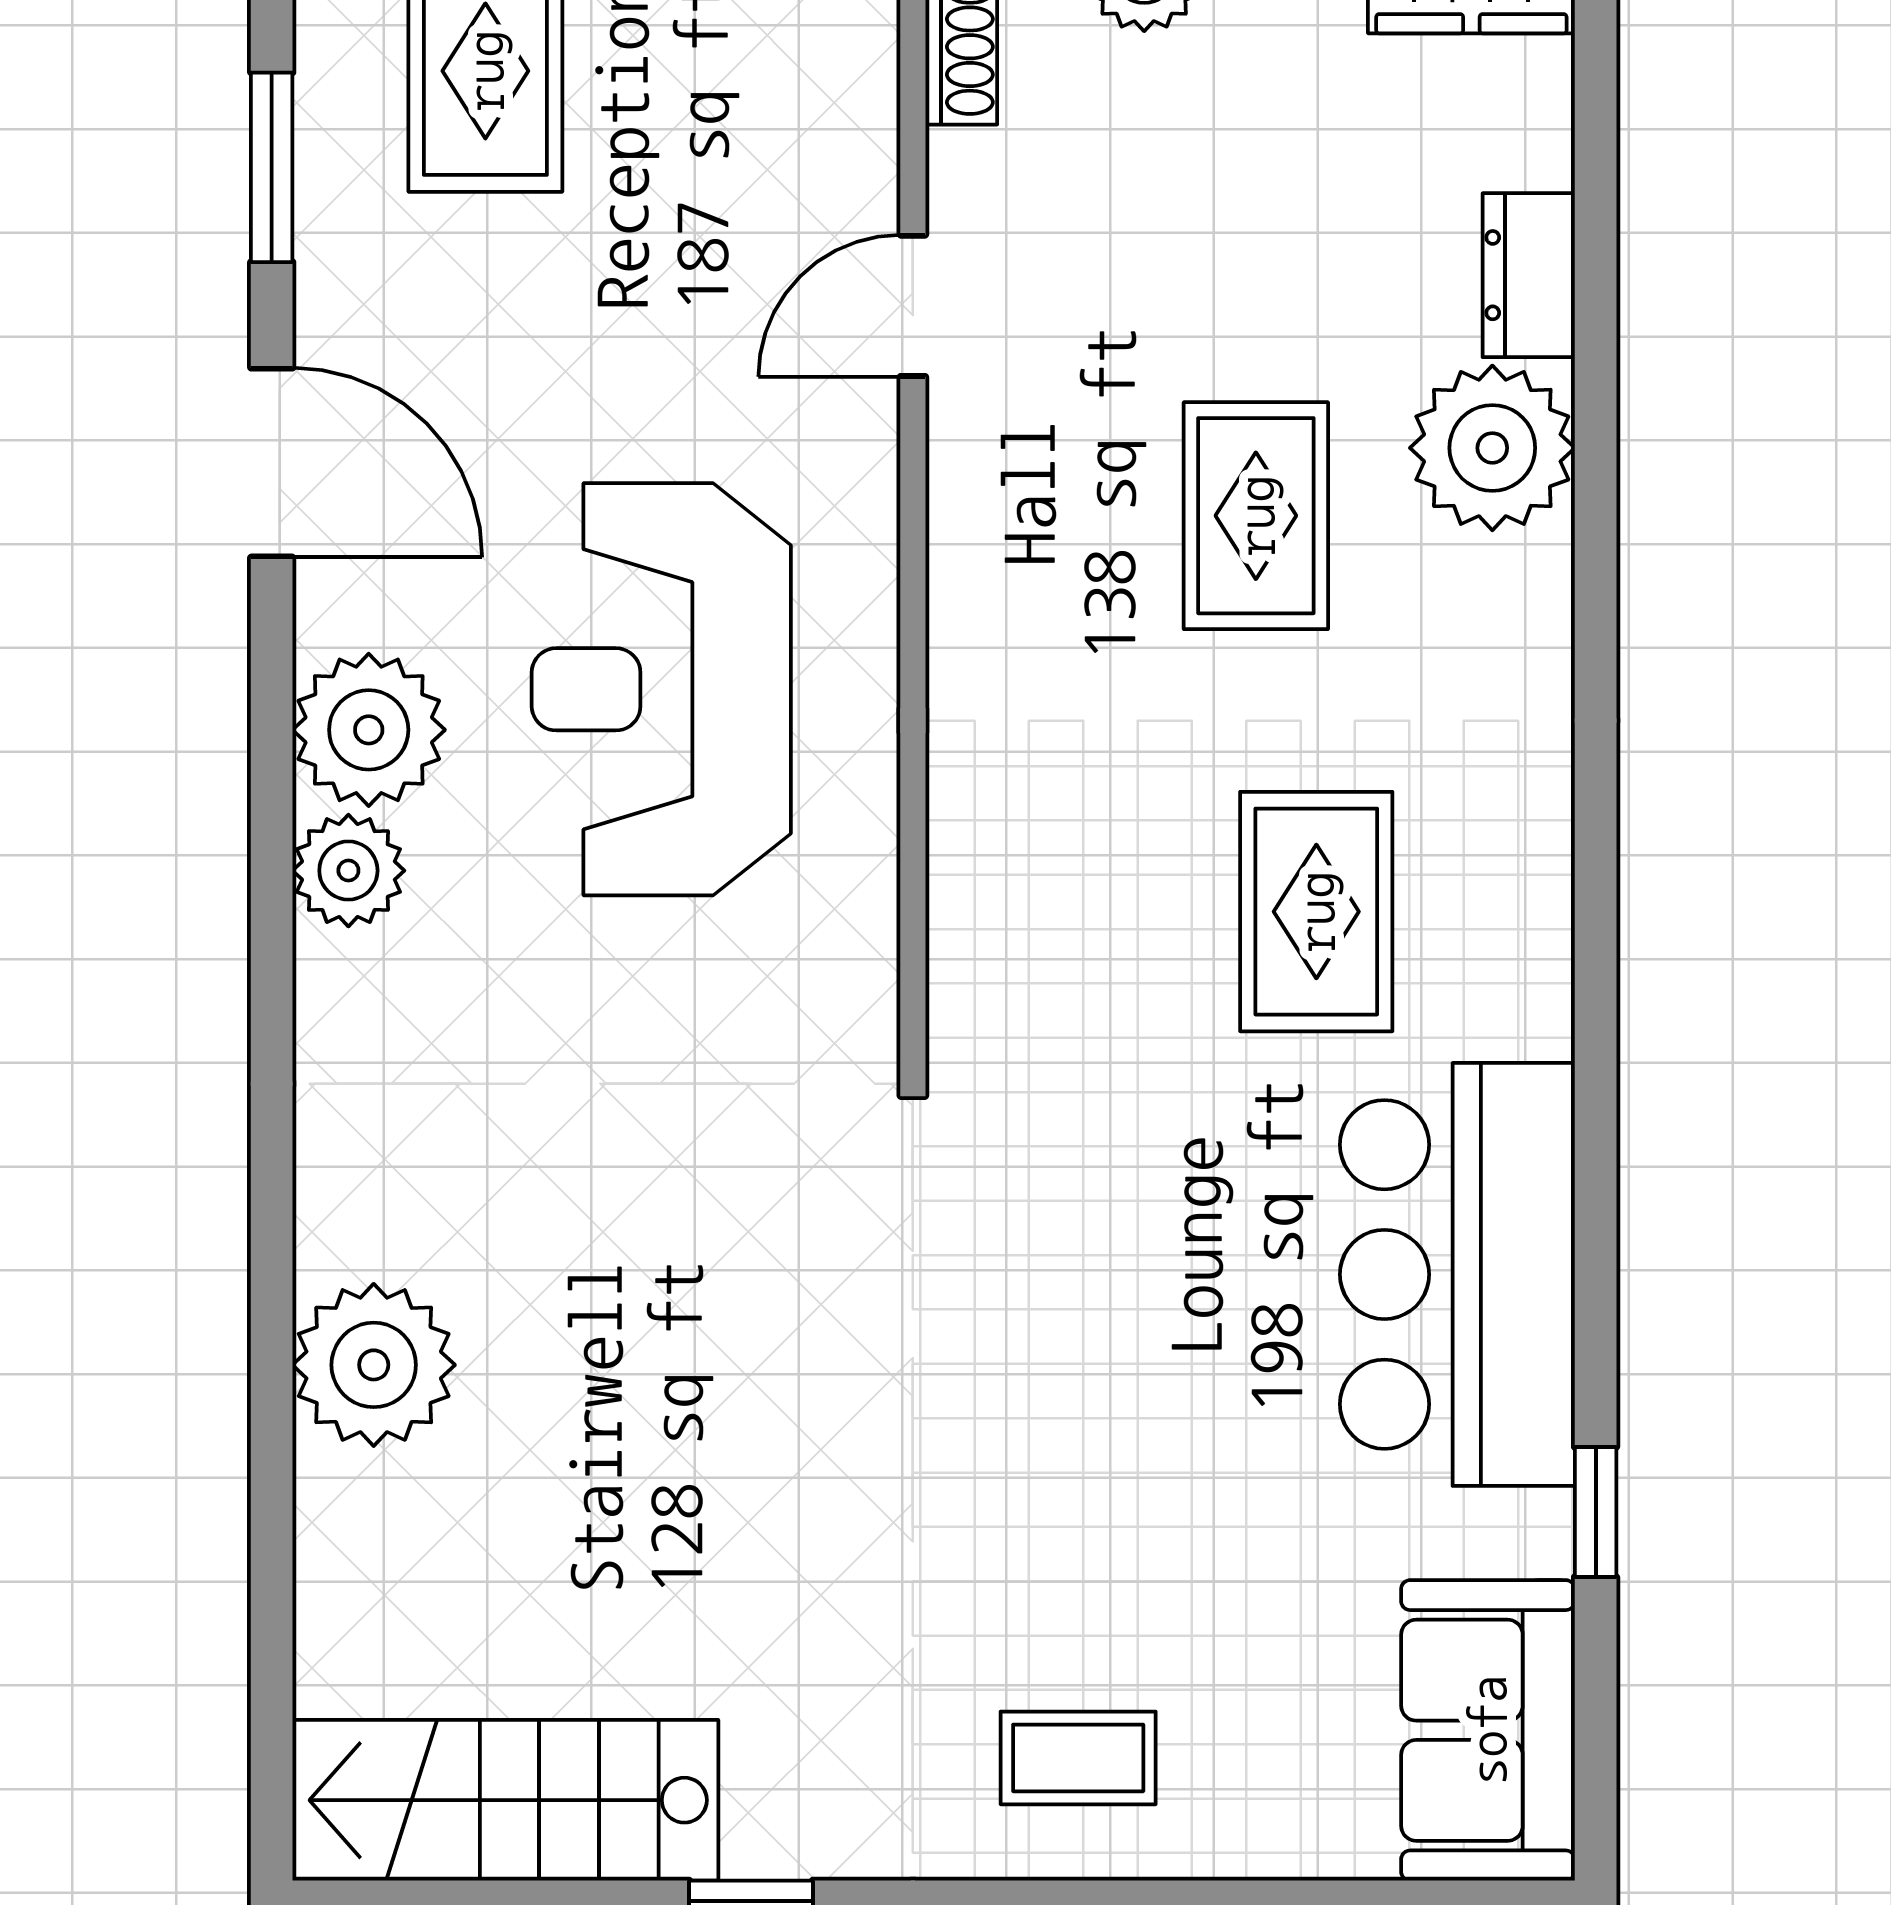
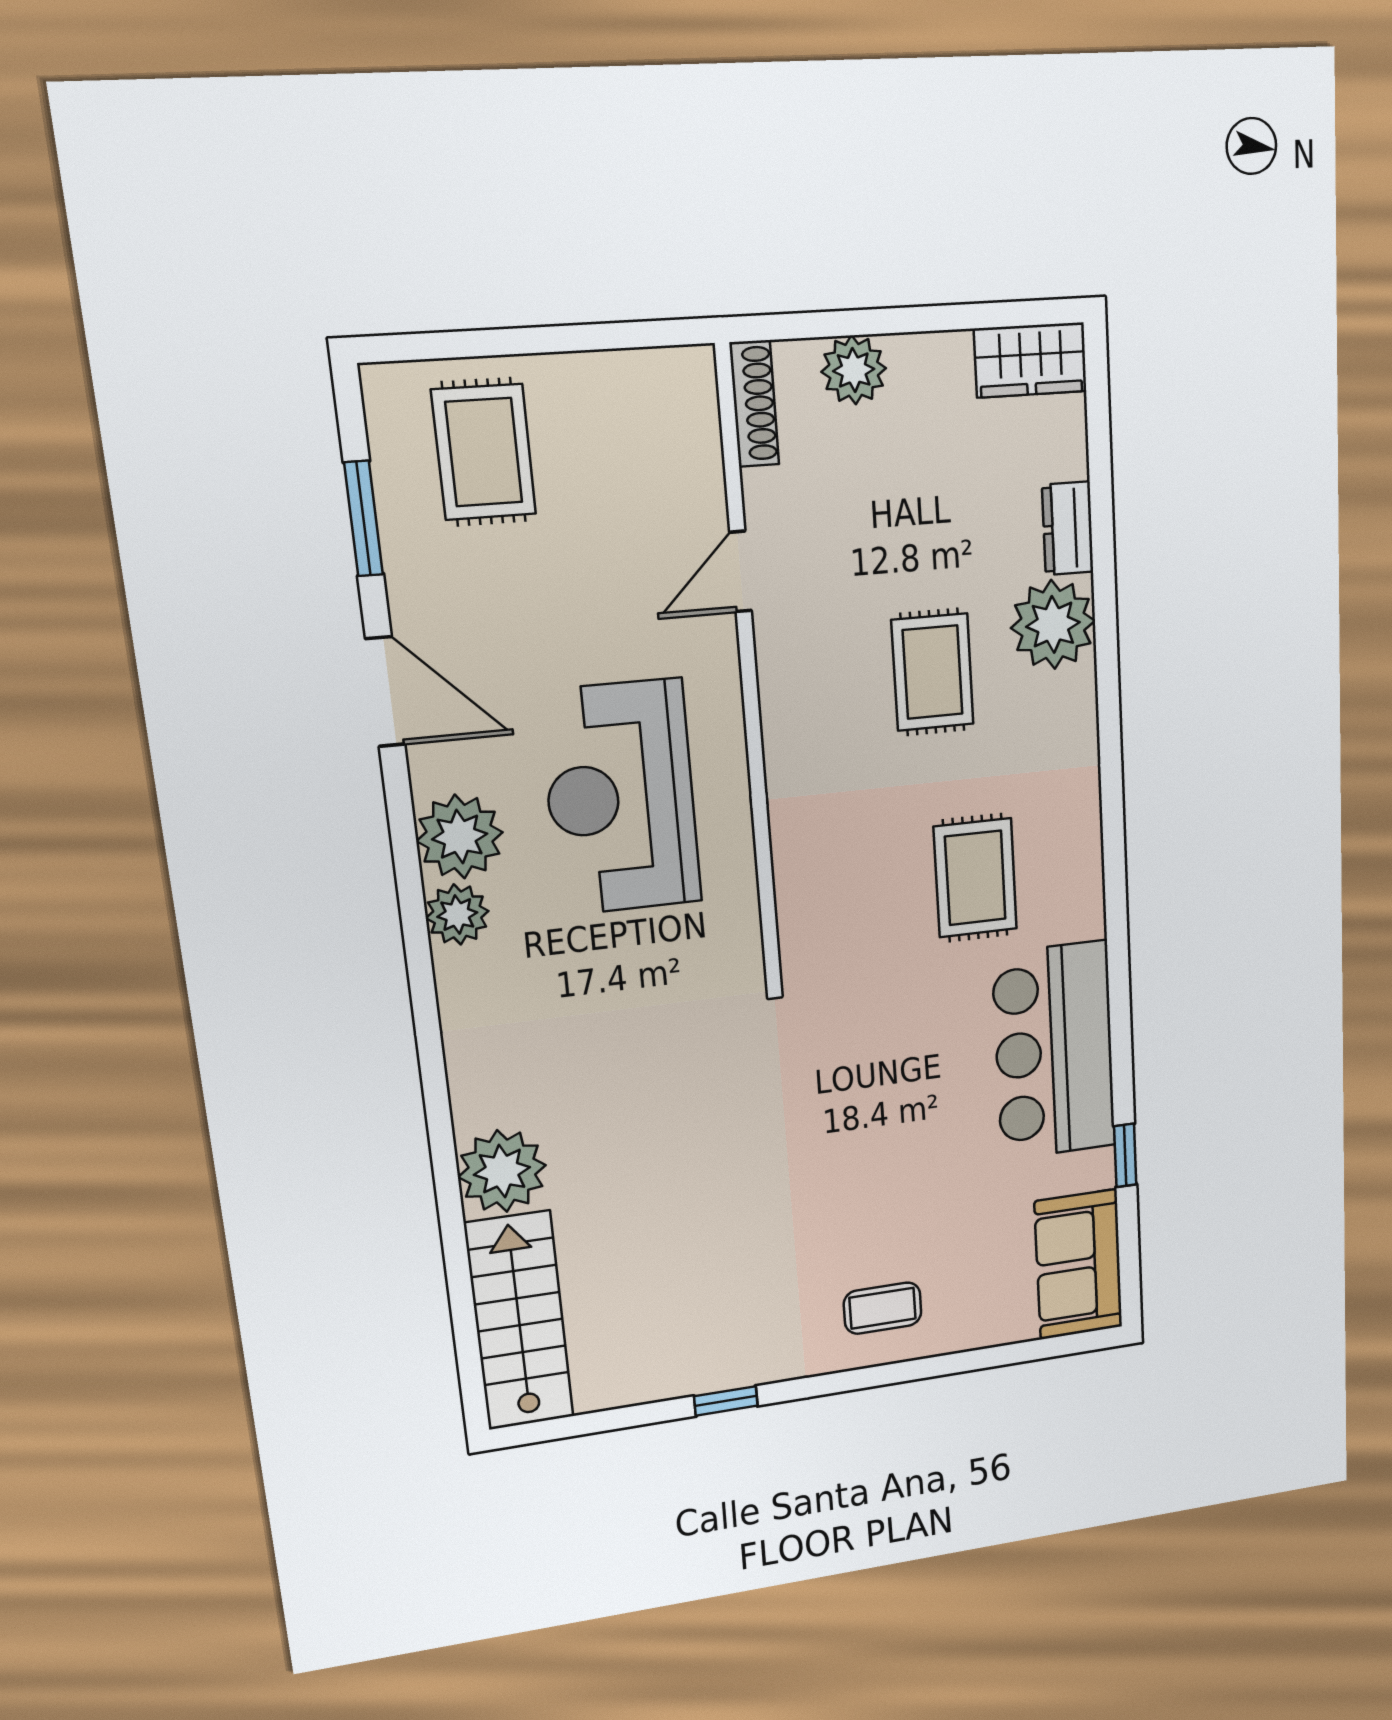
stairs: (505, 1800) -> (519, 1321), moved, turned 90

